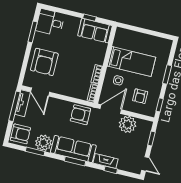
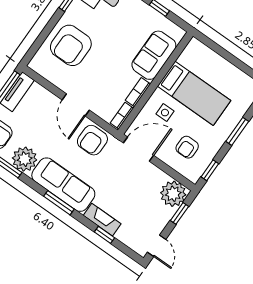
sofa: (95, 31) -> (154, 55), moved, turned 90
door: (40, 92) -> (76, 105), moved
armchair: (80, 115) -> (92, 140), turned -90
plant: (128, 124) -> (173, 194), moved

